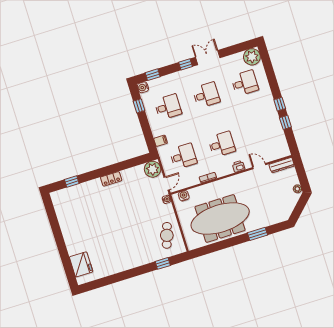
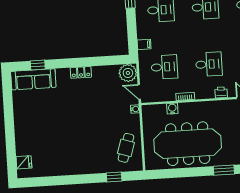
door: (167, 183) -> (139, 92), swing flipped
sofa: (71, 195) -> (33, 79), added
water cooler: (184, 196) -> (172, 109), moved
fridge: (81, 264) -> (24, 162), width x0.53, depth x0.75

